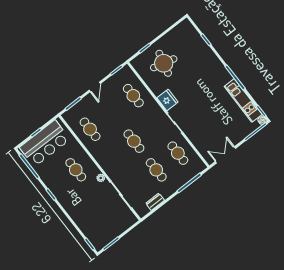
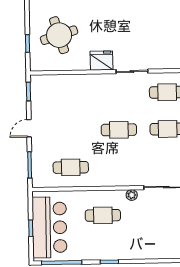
round table: (164, 63) -> (59, 35), turned -31
door: (95, 87) -> (29, 128), swing flipped
cafe table: (133, 96) -> (69, 94), removed

